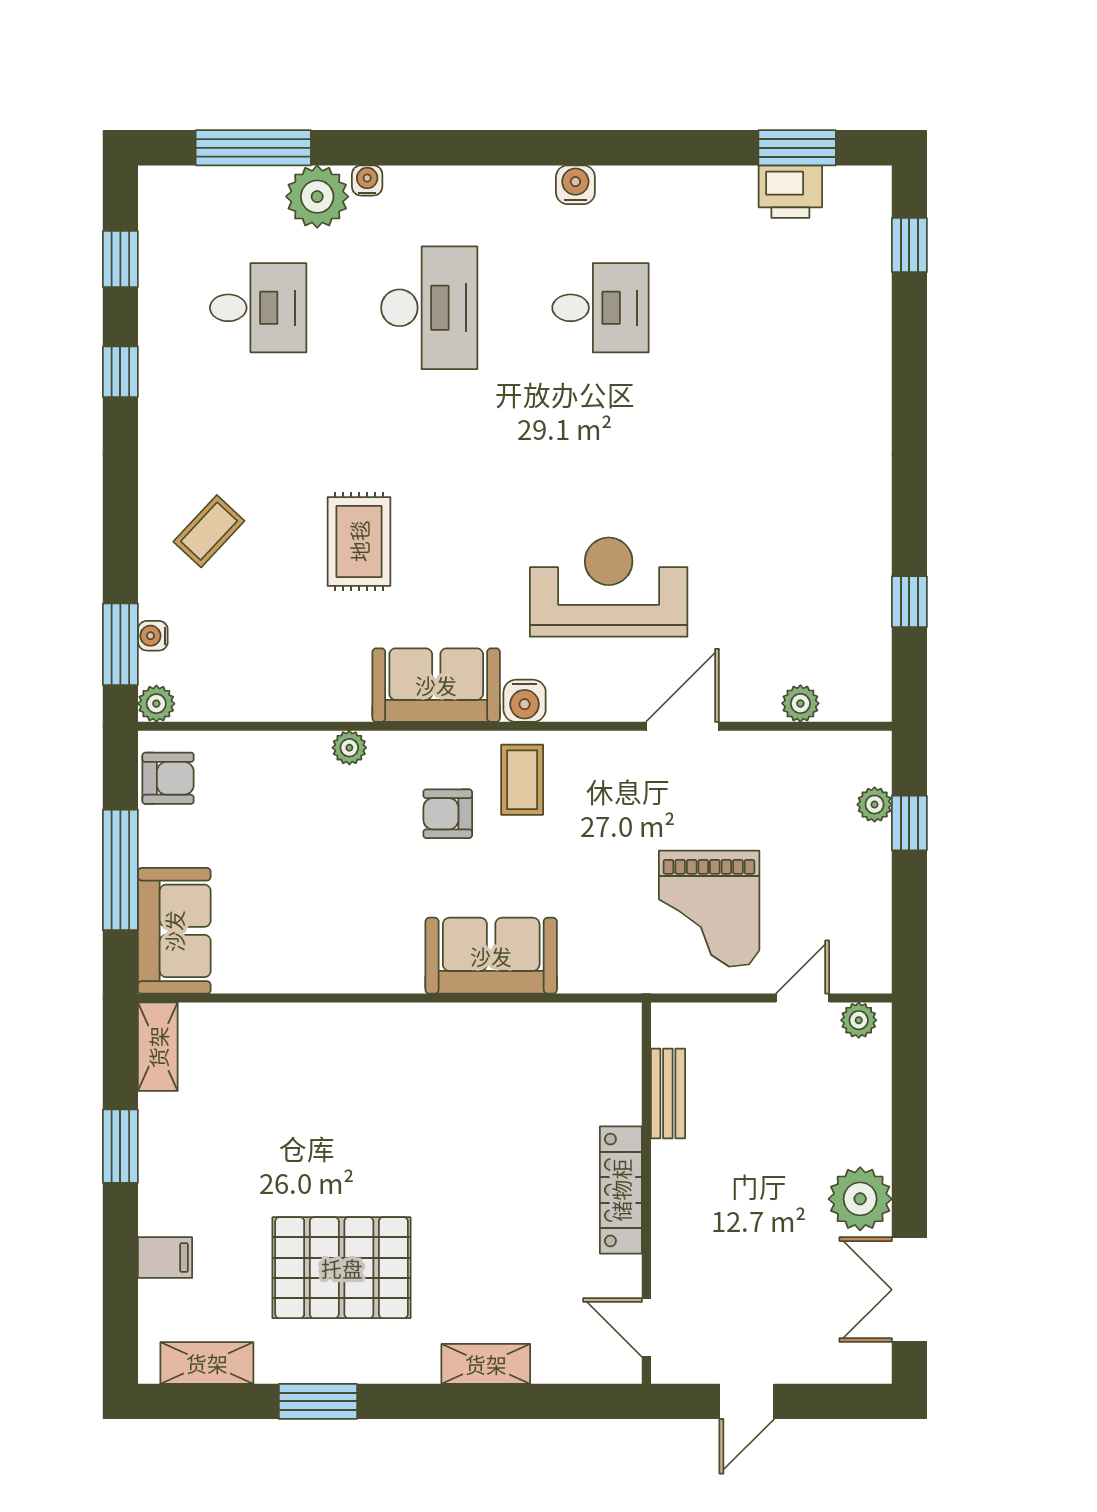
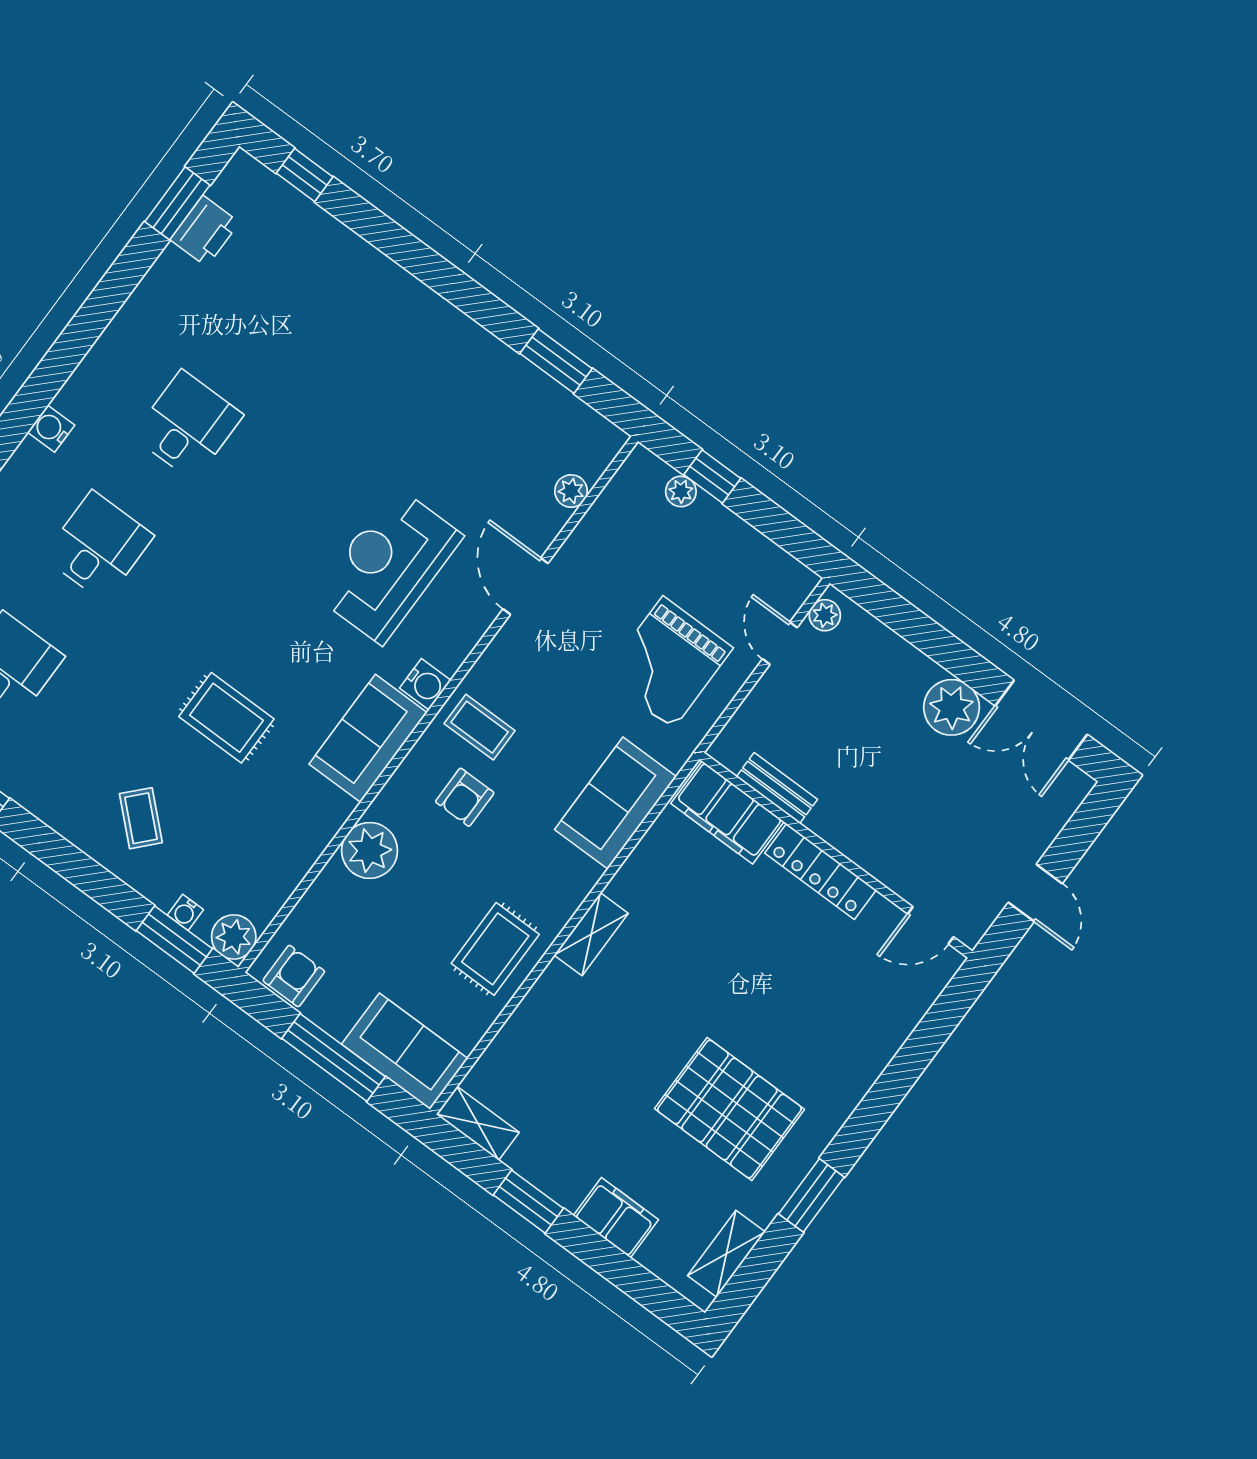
water cooler: (575, 185) -> (51, 429), moved
desk: (429, 308) -> (98, 546), width x0.73
window: (909, 602) -> (556, 361), width x1.50
plant: (156, 704) -> (234, 937), width x1.38, depth x1.38
plant: (349, 748) -> (370, 850), width x1.87, depth x1.87
grand piano: (709, 909) -> (668, 662), turned 90
rug: (329, 944) -> (495, 949), added
sofa: (491, 956) -> (615, 803), moved
filing cabinet: (612, 1065) -> (727, 812), added
filing cabinet: (165, 1258) -> (616, 1218), width x2.00
pallet: (342, 1268) -> (729, 1109), turned 90
shelving: (486, 1364) -> (591, 934), moved

